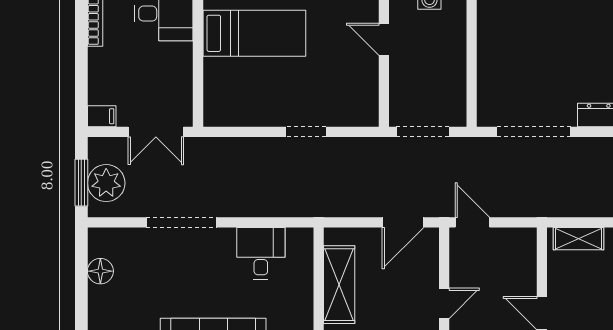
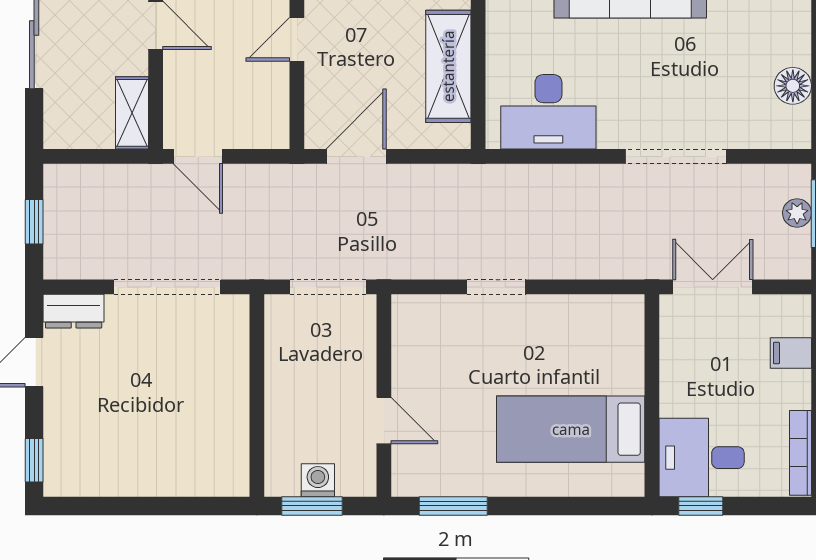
filing cabinet: (102, 116) -> (791, 353), moved
plant: (106, 183) -> (797, 213), width x0.53, depth x0.53
door: (472, 222) -> (198, 156), moved
shelving: (578, 239) -> (132, 113), moved, turned 90
desk: (261, 253) -> (548, 112), width x1.37

